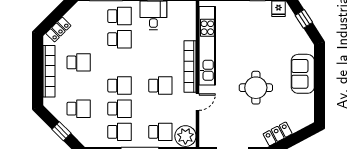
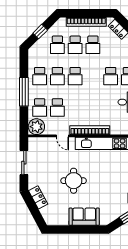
school desk: (79, 86) -> (75, 45), added
school desk: (160, 86) -> (57, 107), moved

